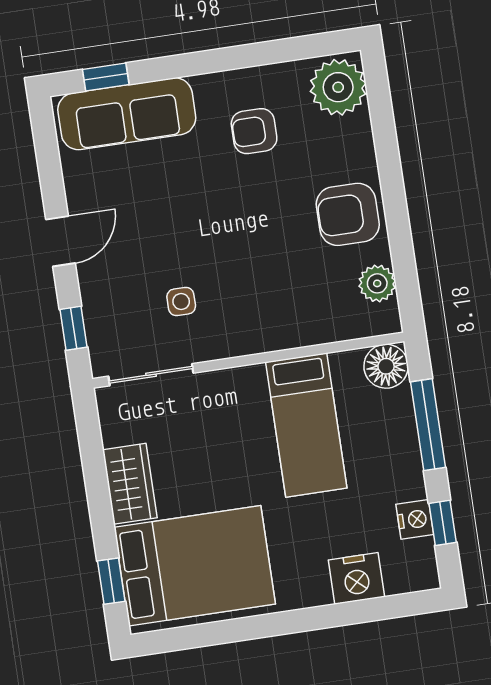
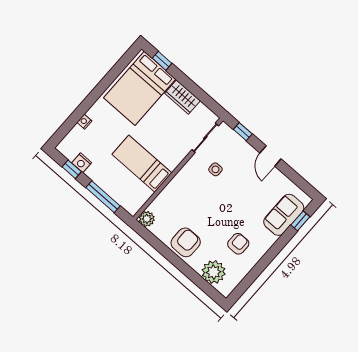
plant: (338, 87) -> (214, 272), moved
sofa: (127, 114) -> (284, 215), width x0.73
plant: (377, 283) -> (147, 219), moved
floor lamp: (386, 366) -> (132, 204), removed
nightstand: (356, 578) -> (84, 122), width x0.53, depth x0.56

